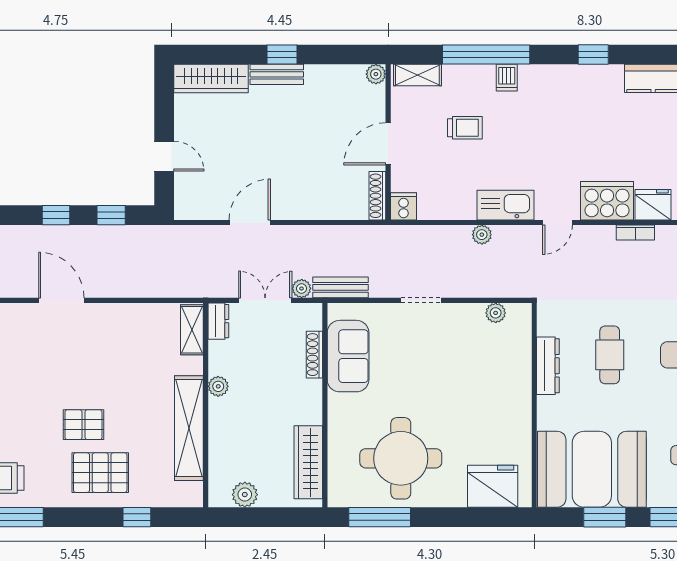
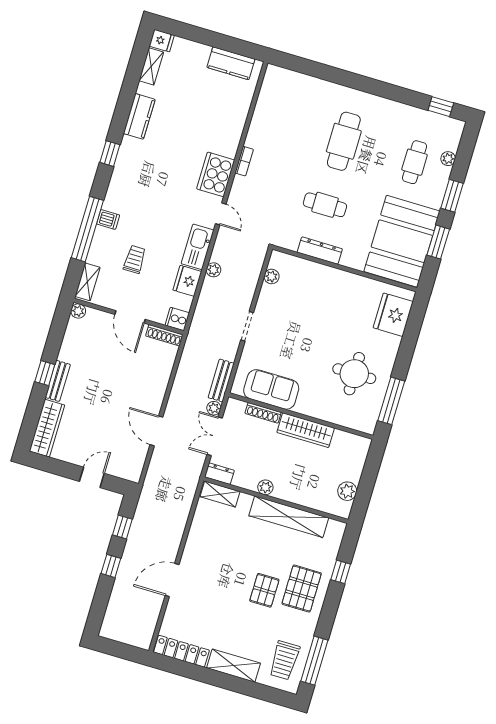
fridge: (653, 205) -> (187, 281), moved
round table: (401, 458) -> (354, 374), width x0.73, depth x0.73
wardrobe: (308, 462) -> (306, 430), moved

